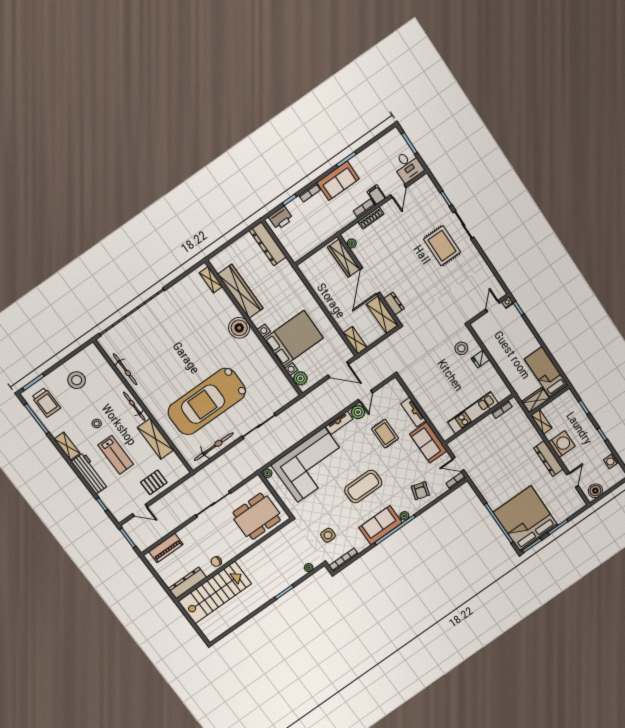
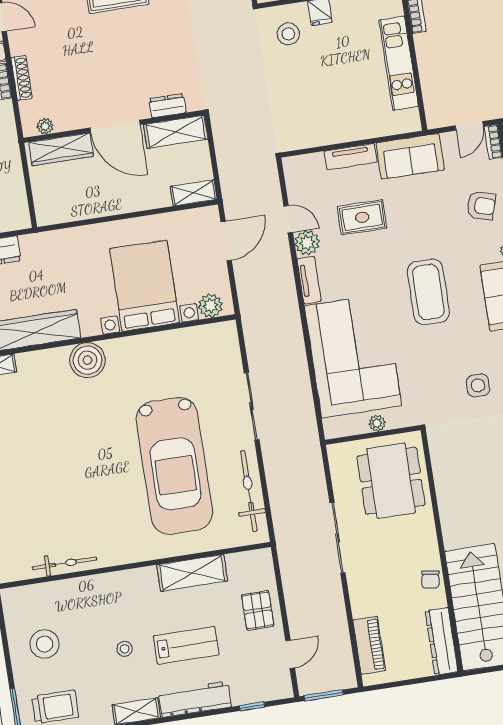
bicycle: (134, 406) -> (127, 579), removed
plant: (267, 473) -> (377, 423), moved

